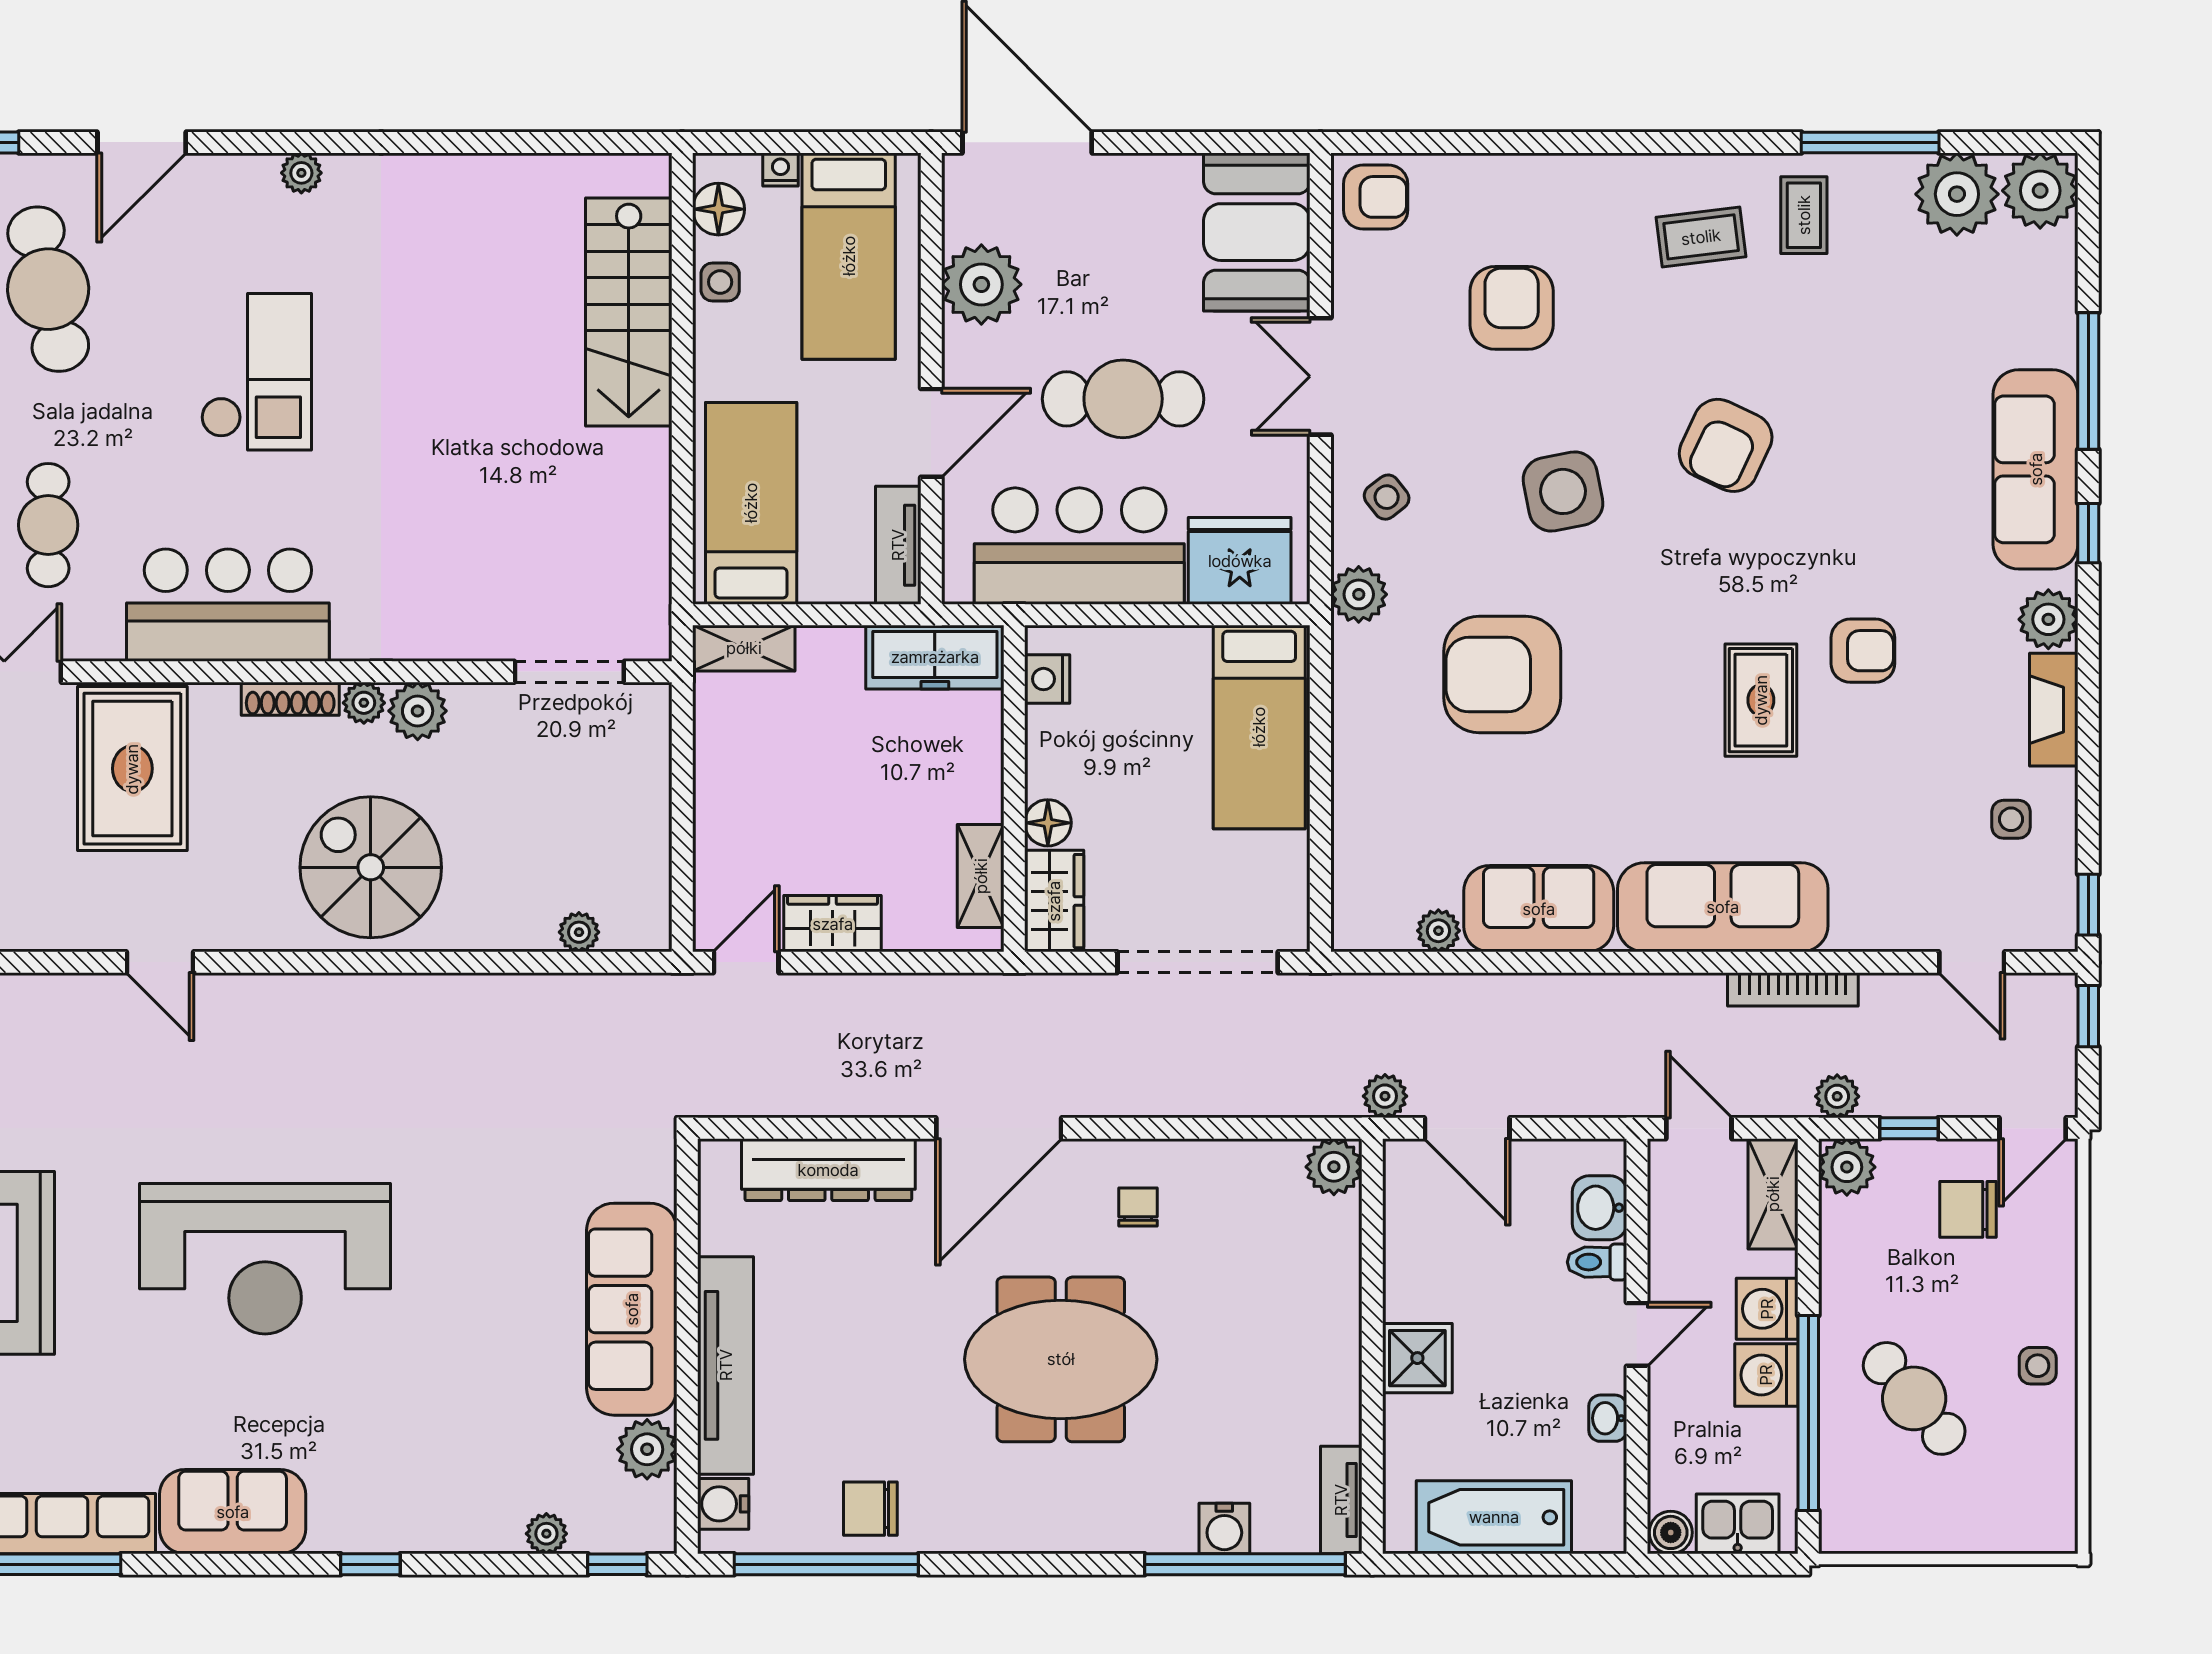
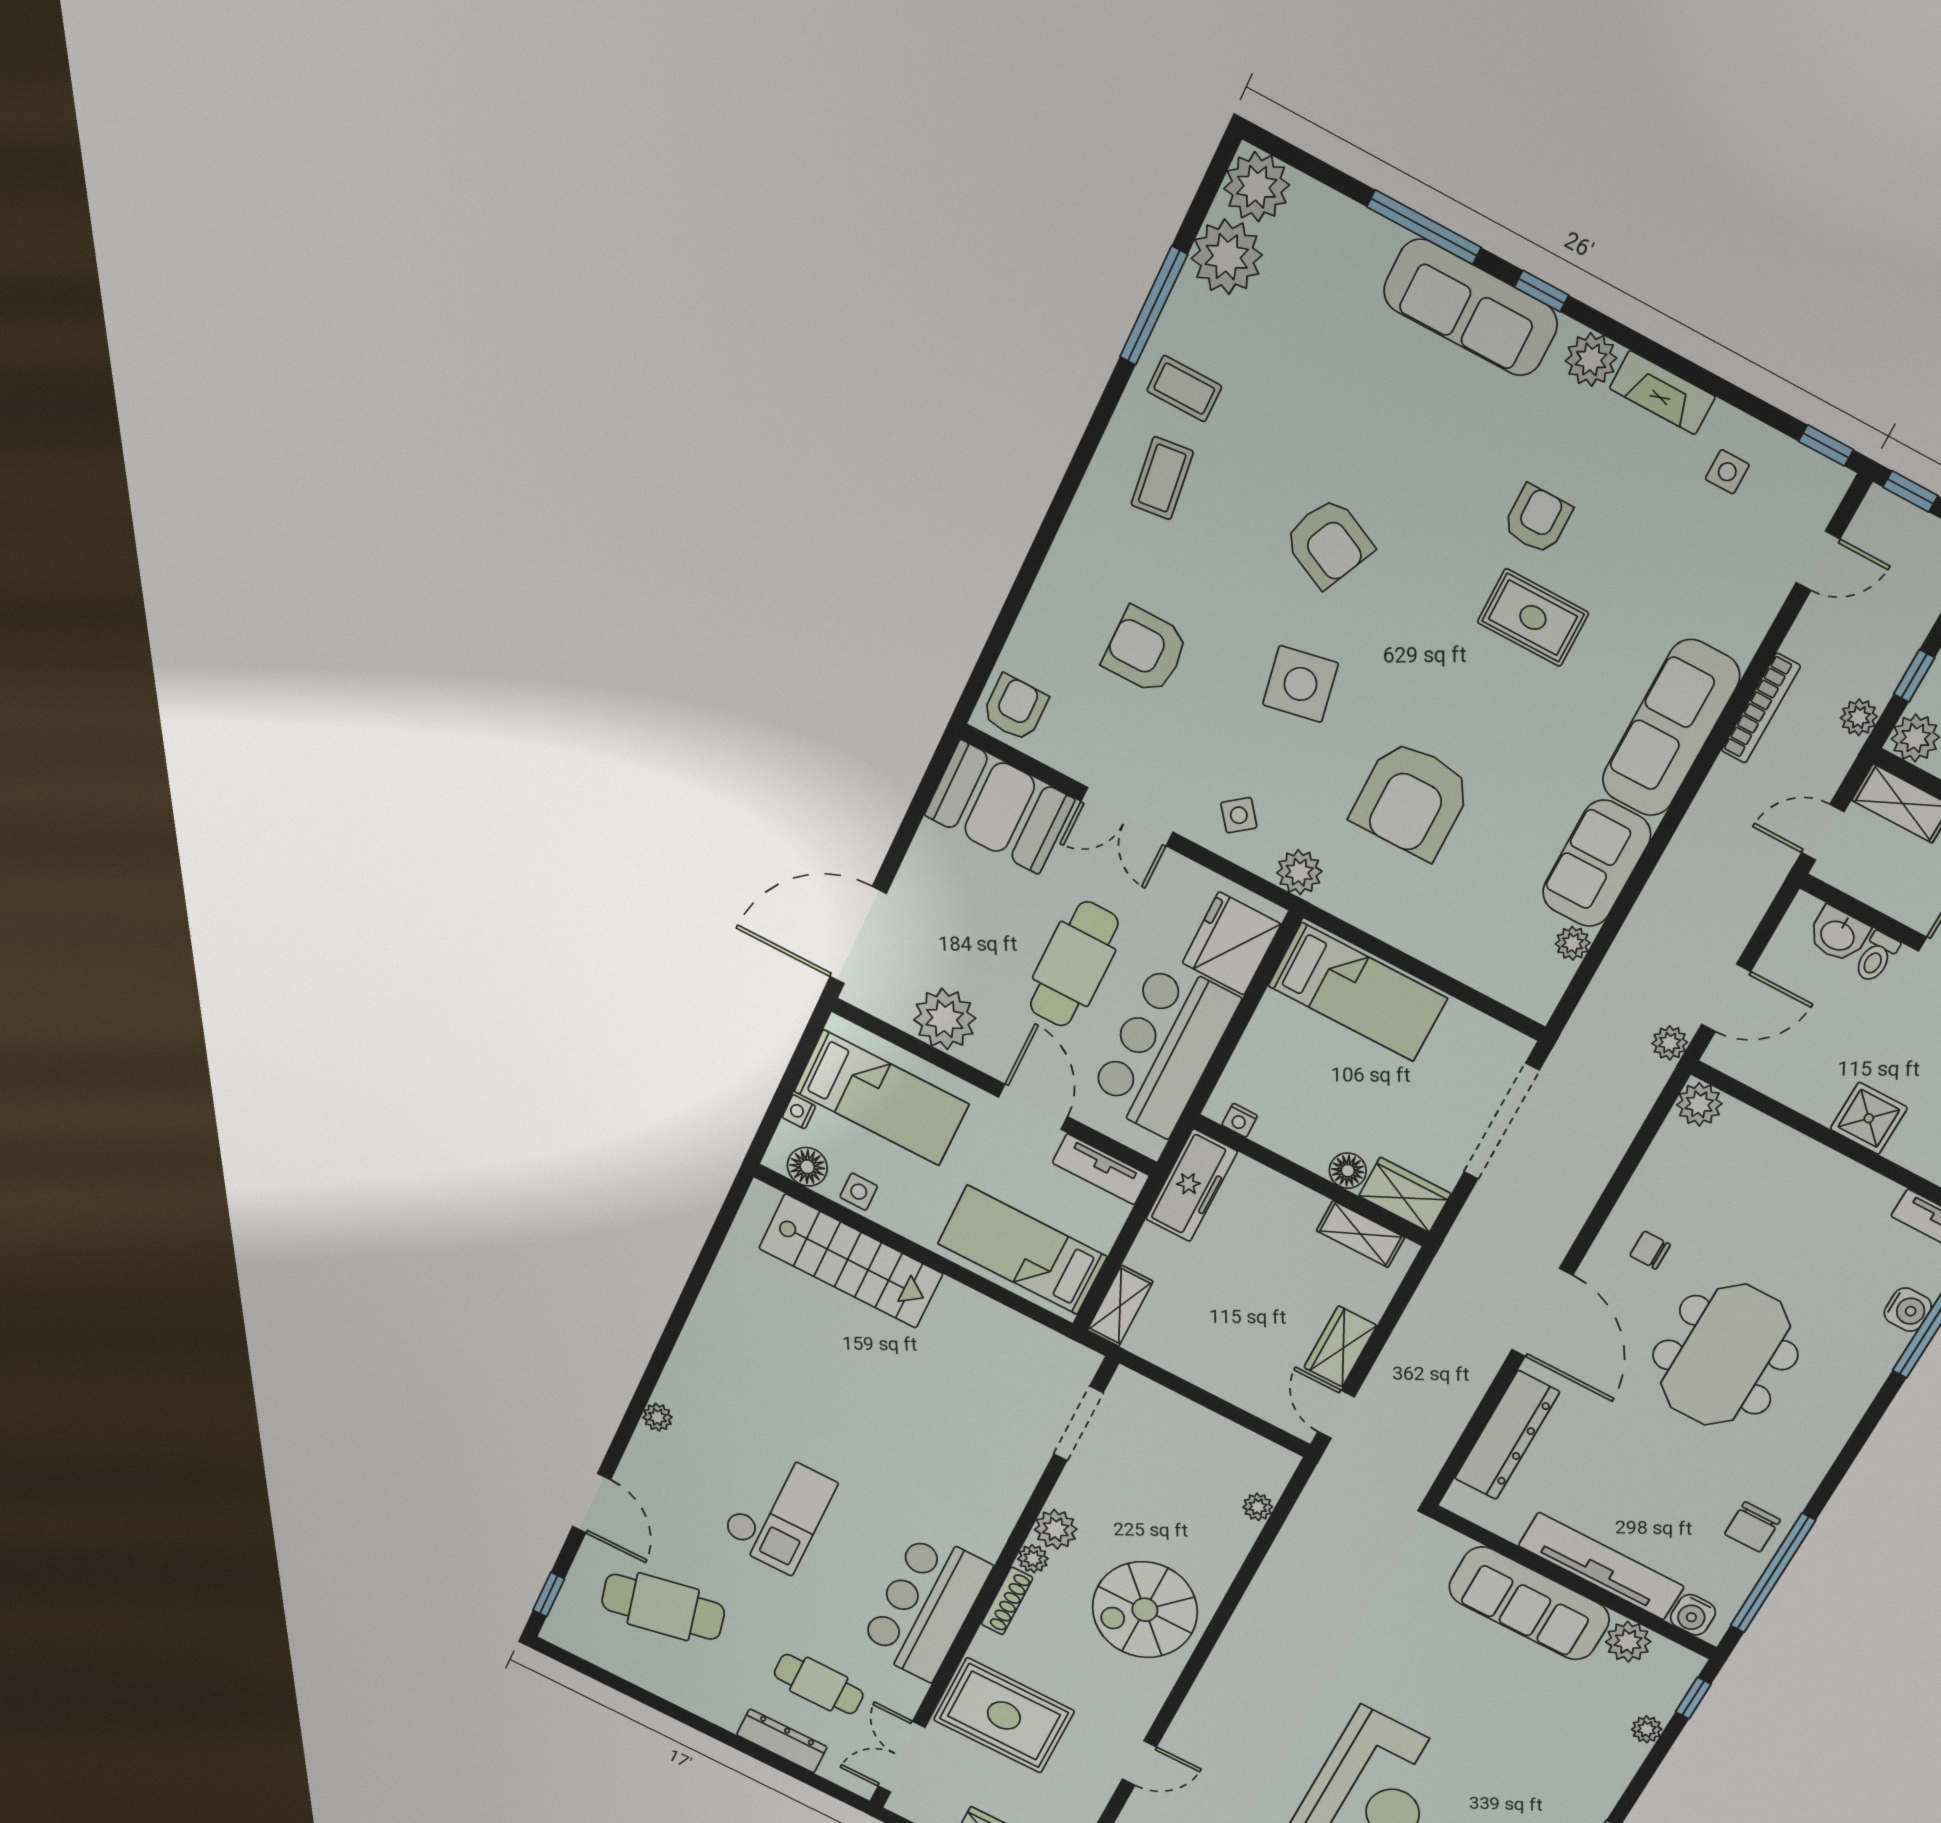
checkout: (256, 372) -> (778, 1512), turned 90
nightstand: (1047, 679) -> (1240, 1120), width x0.72, depth x0.74

